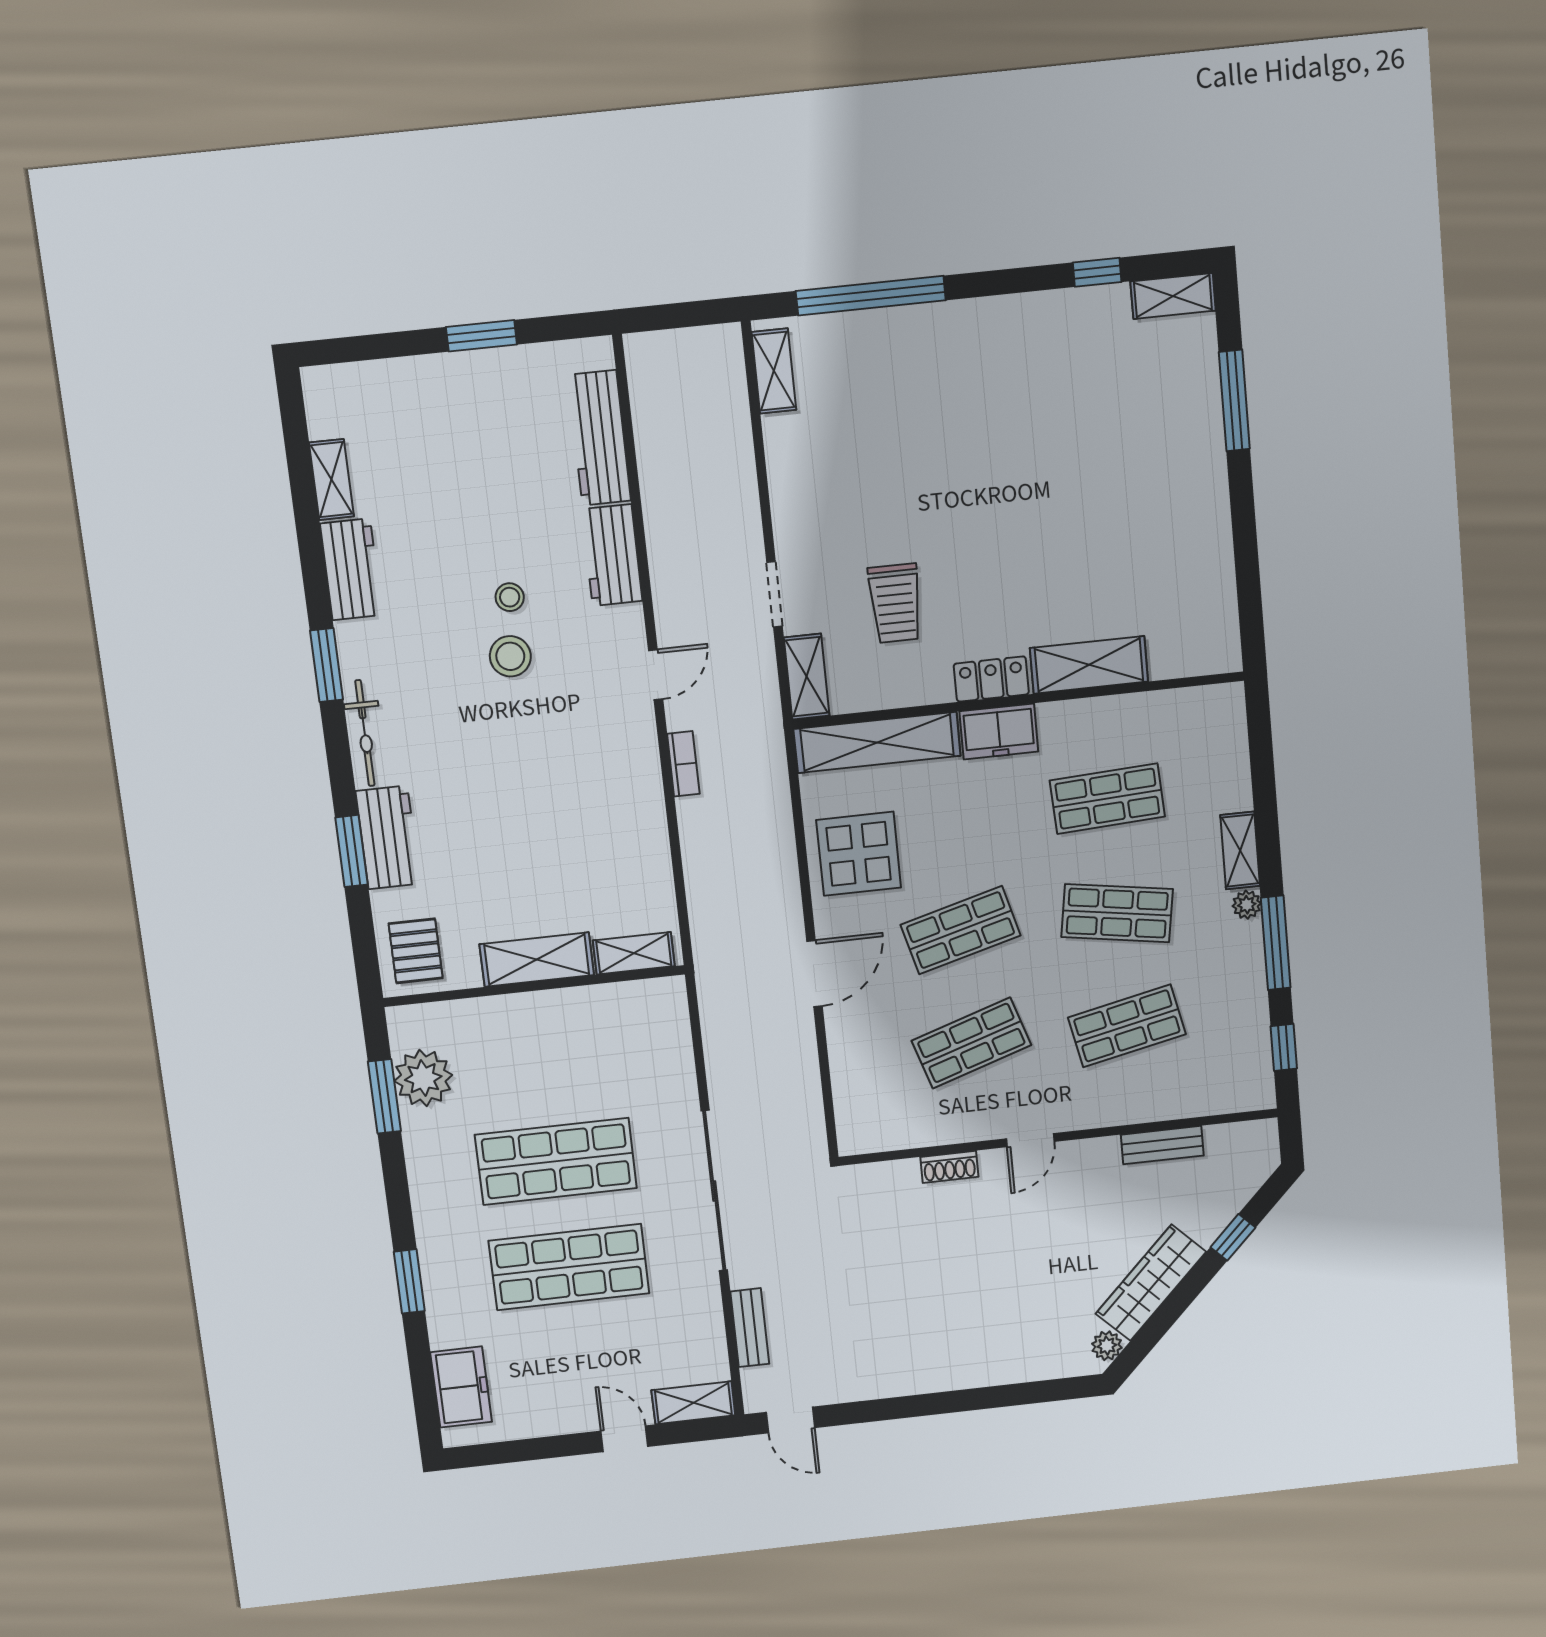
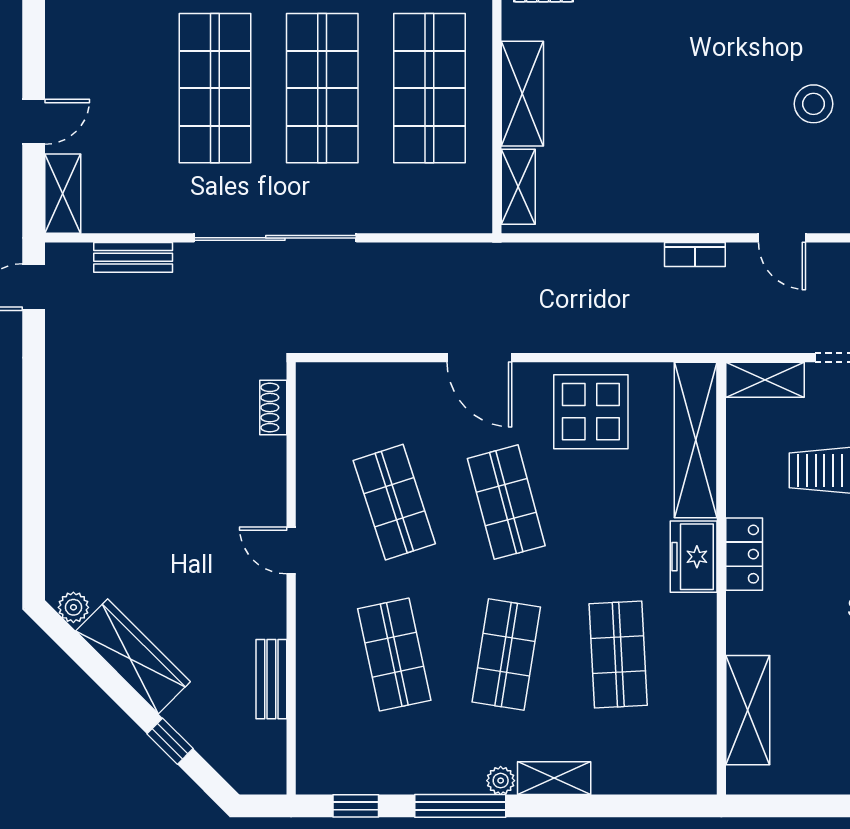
shelving: (1089, 665) -> (748, 710), moved
shop shelf: (543, 1054) -> (429, 88), added
shoe rack: (949, 1167) -> (273, 408), moved

